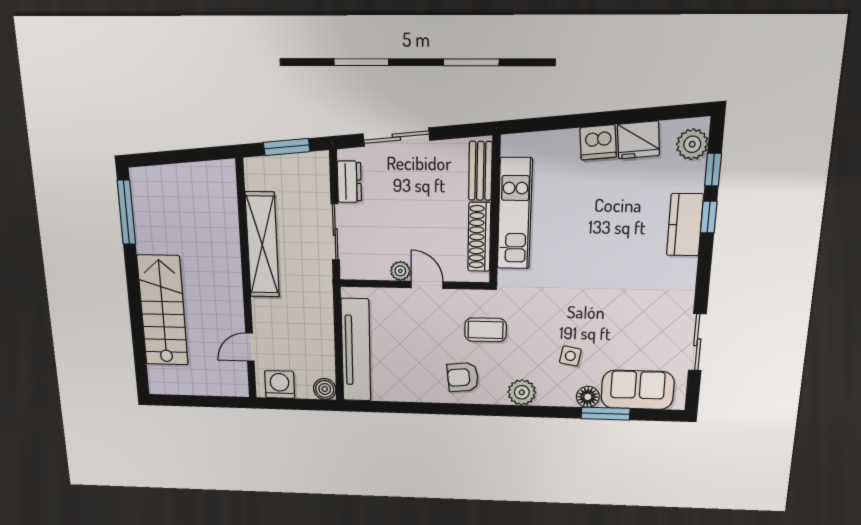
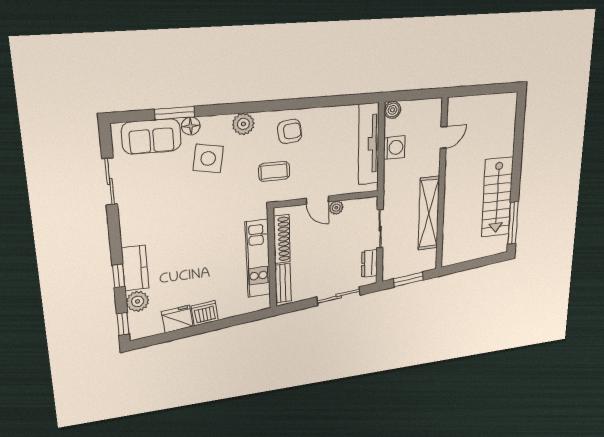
plant: (692, 144) -> (138, 301), moved
window: (713, 170) -> (123, 324), moved
stairs: (163, 311) -> (497, 197), moved
side table: (570, 356) -> (208, 158), width x1.87, depth x1.87
washing machine: (280, 384) -> (394, 148), moved, turned -90

